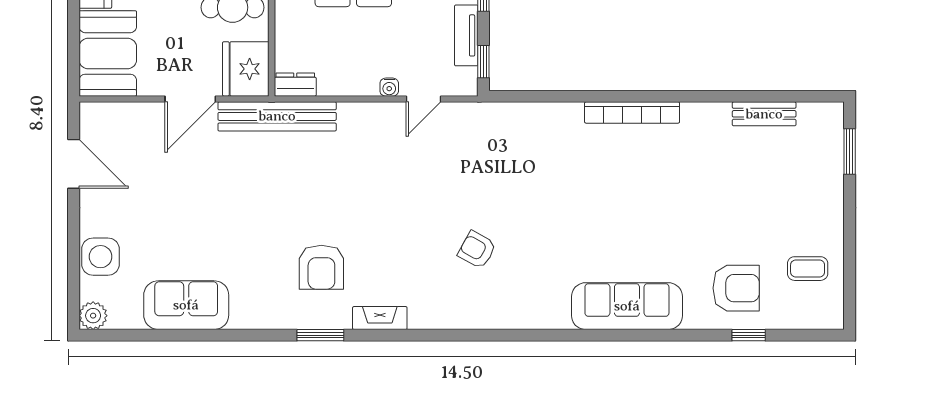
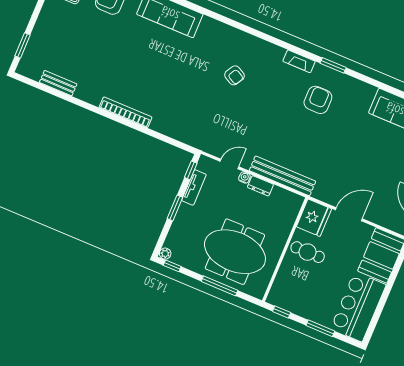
dresser: (295, 85) -> (260, 186), moved
bench: (277, 116) -> (282, 176), moved

